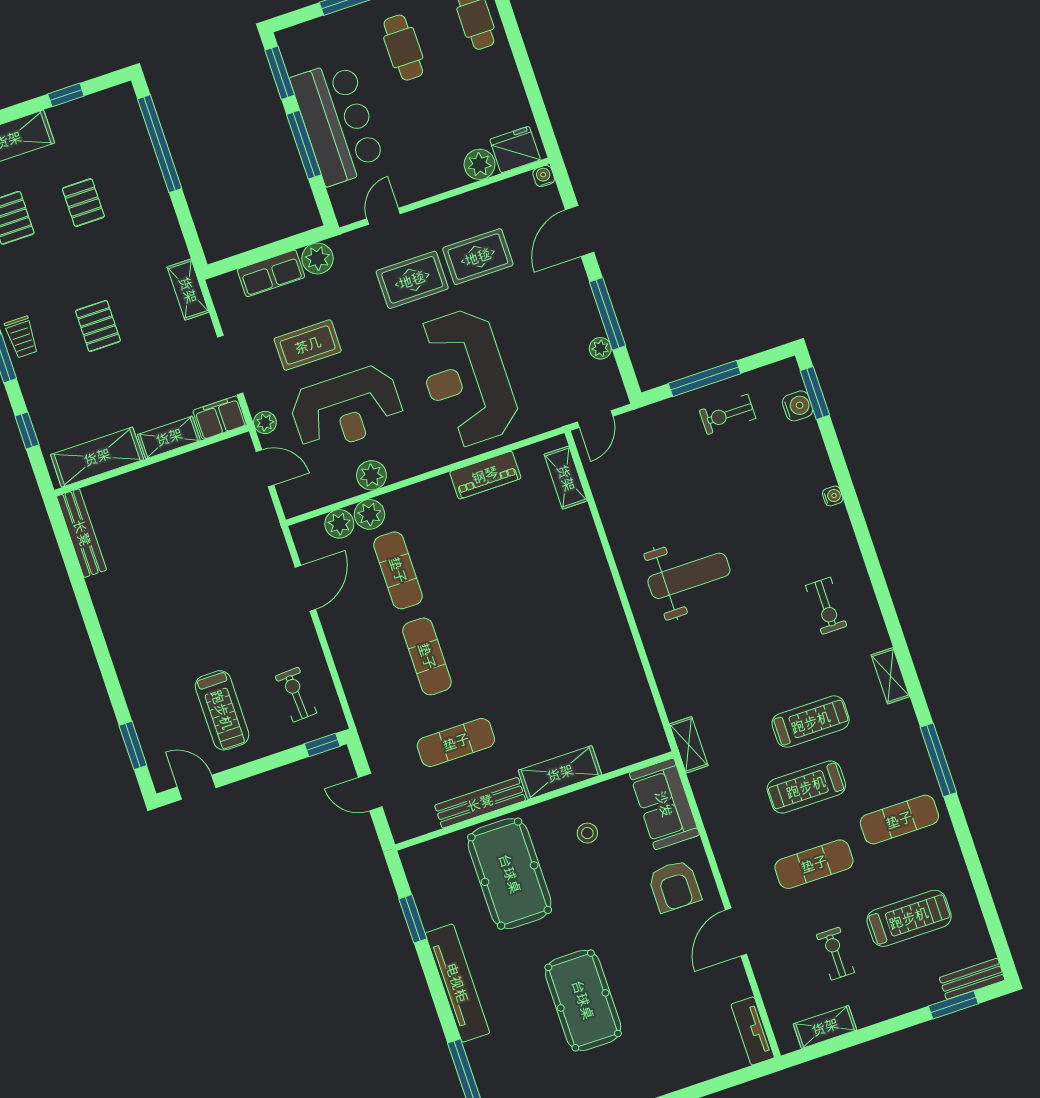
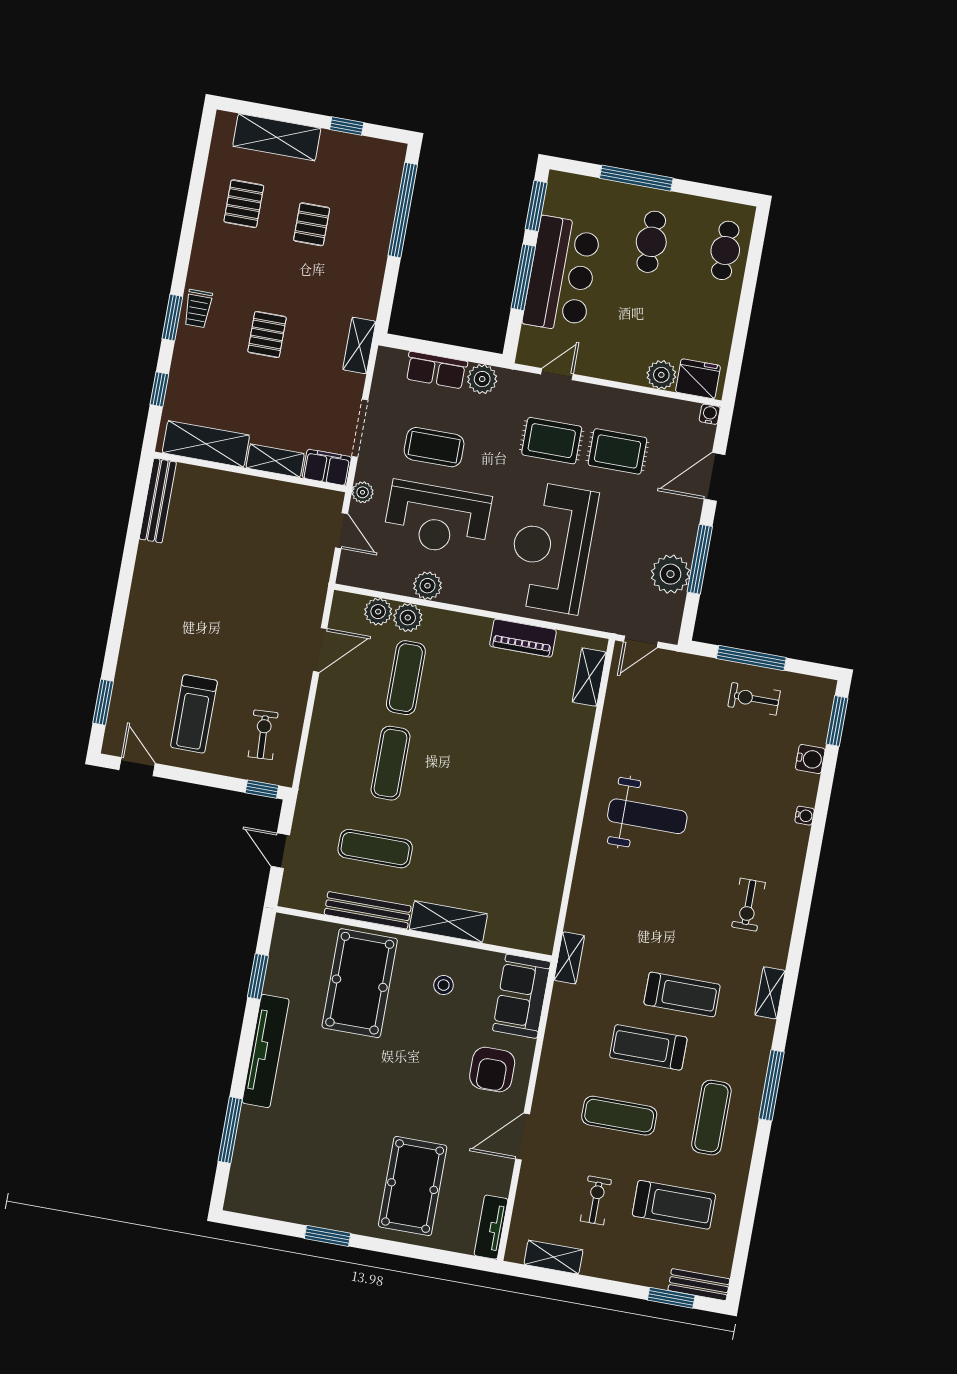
plant: (600, 348) -> (670, 574), width x1.87, depth x1.87
water cooler: (798, 406) -> (810, 759), moved
exercise mat: (899, 820) -> (711, 1118), turned 90
pool table: (583, 1000) -> (413, 1186), moved

